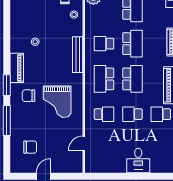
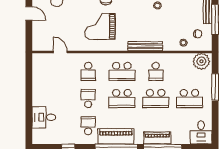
school desk: (104, 44) -> (156, 71), turned 180
school desk: (104, 79) -> (122, 71), turned 180
desk: (138, 160) -> (44, 117), moved

